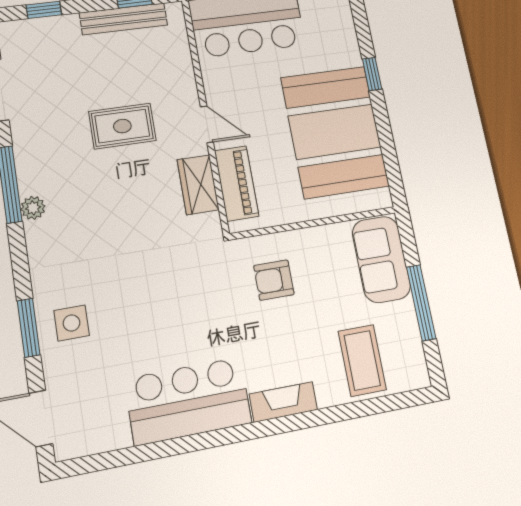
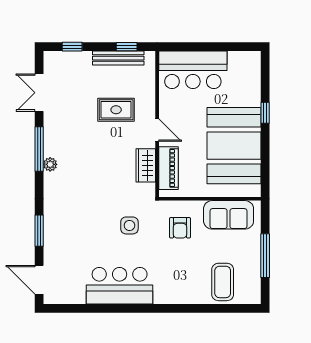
rug: (122, 126) -> (116, 110), moved
sofa: (381, 259) -> (229, 215), moved, turned -90
armchair: (274, 280) -> (180, 228), turned -90
side table: (71, 323) -> (129, 225), moved
fireplace: (283, 402) -> (173, 296), removed

